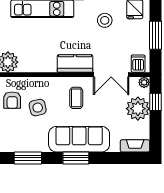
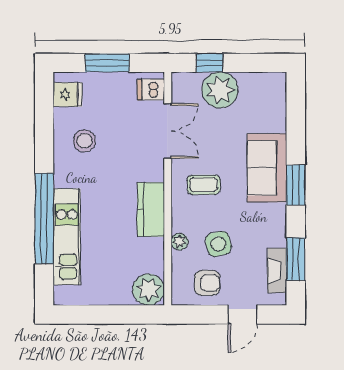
kitchen counter: (75, 64) -> (151, 209), moved
plant: (144, 82) -> (180, 242), moved
sofa: (79, 139) -> (267, 168), width x0.73
fireplace: (135, 146) -> (277, 271), moved

